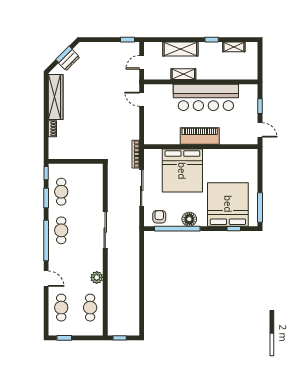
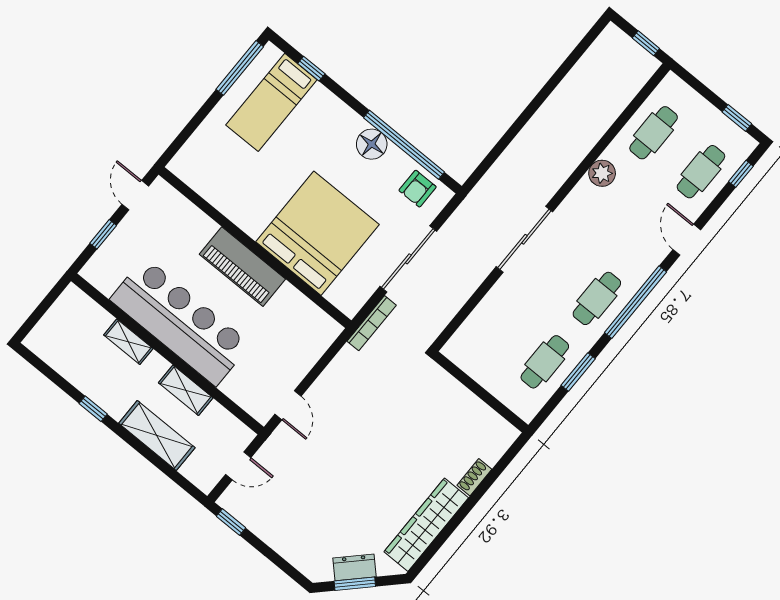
shelving: (234, 47) -> (128, 342), moved
window: (46, 173) -> (741, 174), moved
bed: (228, 204) -> (271, 102), width x0.49

